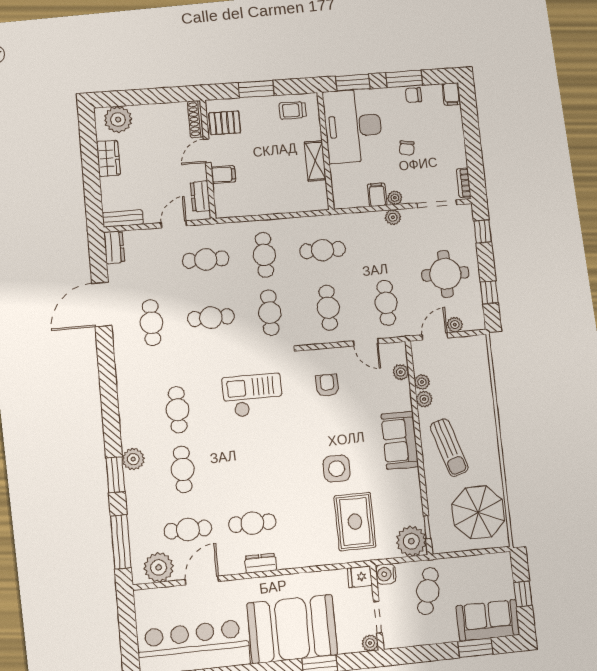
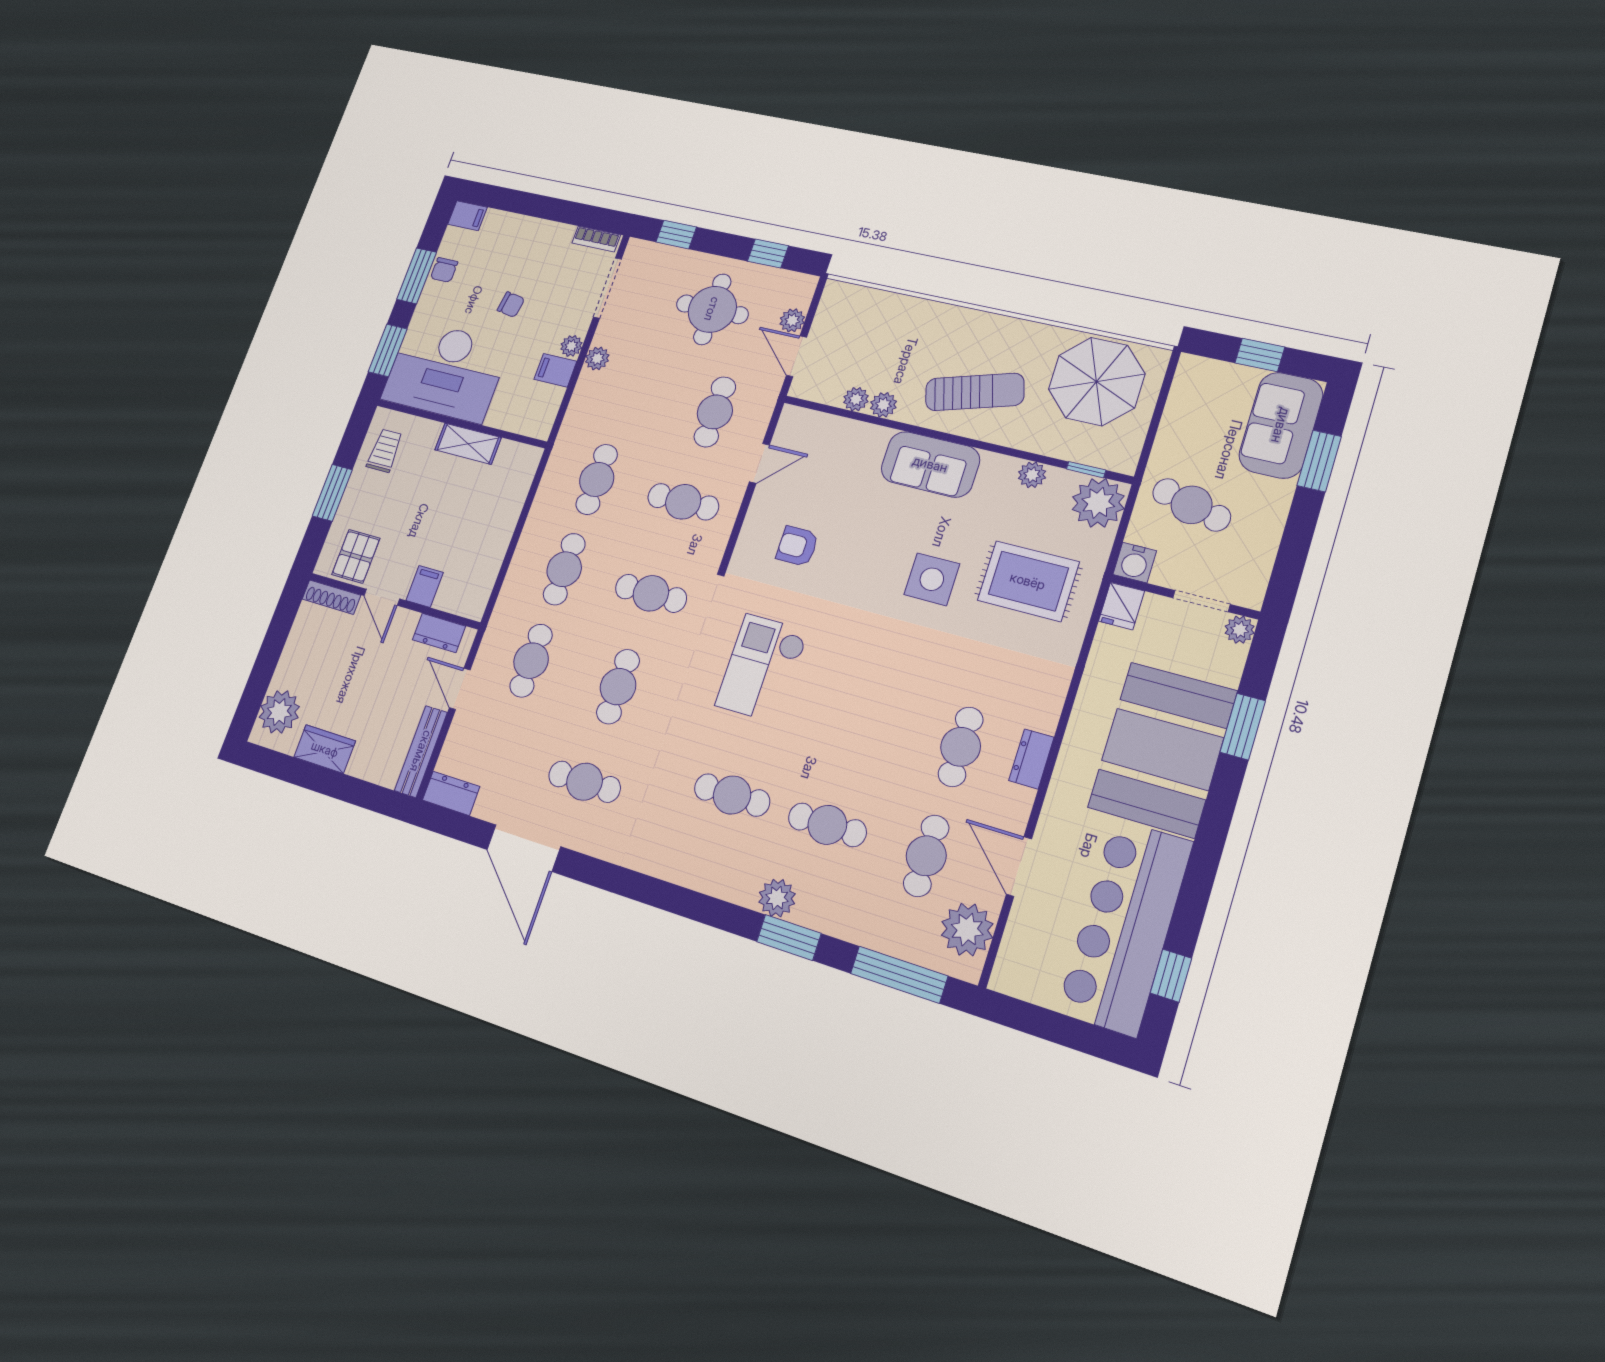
trolley: (293, 110) -> (385, 451), turned 180
bench: (123, 218) -> (421, 751), width x1.36
cafe table: (264, 255) -> (564, 569), turned 90
cafe table: (386, 303) -> (715, 412), turned 90
plant: (401, 372) -> (1032, 475), moved

